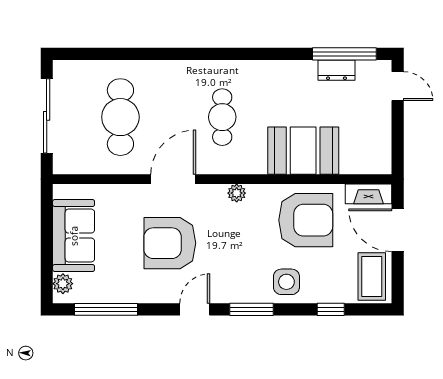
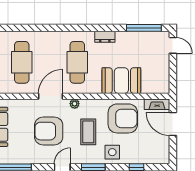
dresser: (336, 70) -> (105, 37), moved
cafe table: (222, 117) -> (77, 62), width x1.37, depth x1.35
plant: (237, 193) -> (75, 104), moved
coffee table: (372, 276) -> (88, 132), moved

